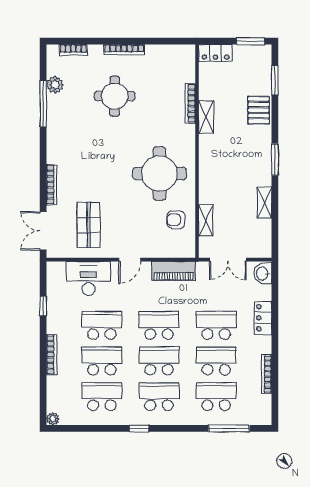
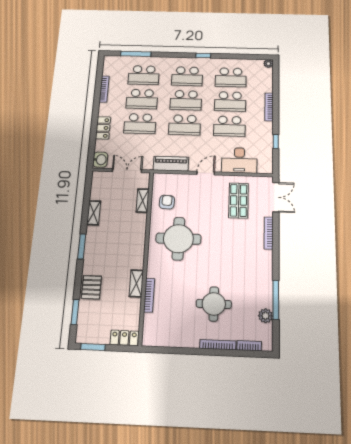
bookcase: (124, 50) -> (218, 345), moved
armchair: (176, 220) -> (167, 202), turned -87

